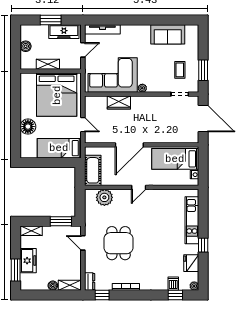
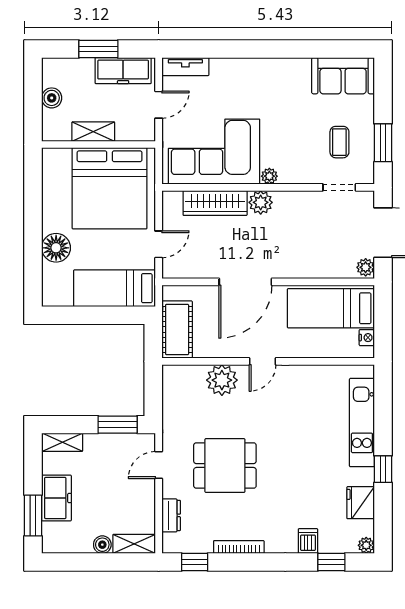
tv unit: (102, 29) -> (185, 67), width x0.71
sofa: (168, 34) -> (343, 76), moved
plant: (138, 102) -> (261, 202), added
wardrobe: (119, 103) -> (215, 203), width x1.50
door: (83, 125) -> (159, 244), hinge flipped
plant: (194, 137) -> (366, 267), added
plant: (104, 197) -> (222, 380), moved
door: (83, 243) -> (159, 465), hinge flipped
dining table: (118, 243) -> (225, 466), turned 90
dresser: (90, 282) -> (171, 515), moved
dishwasher: (173, 284) -> (308, 541), moved

